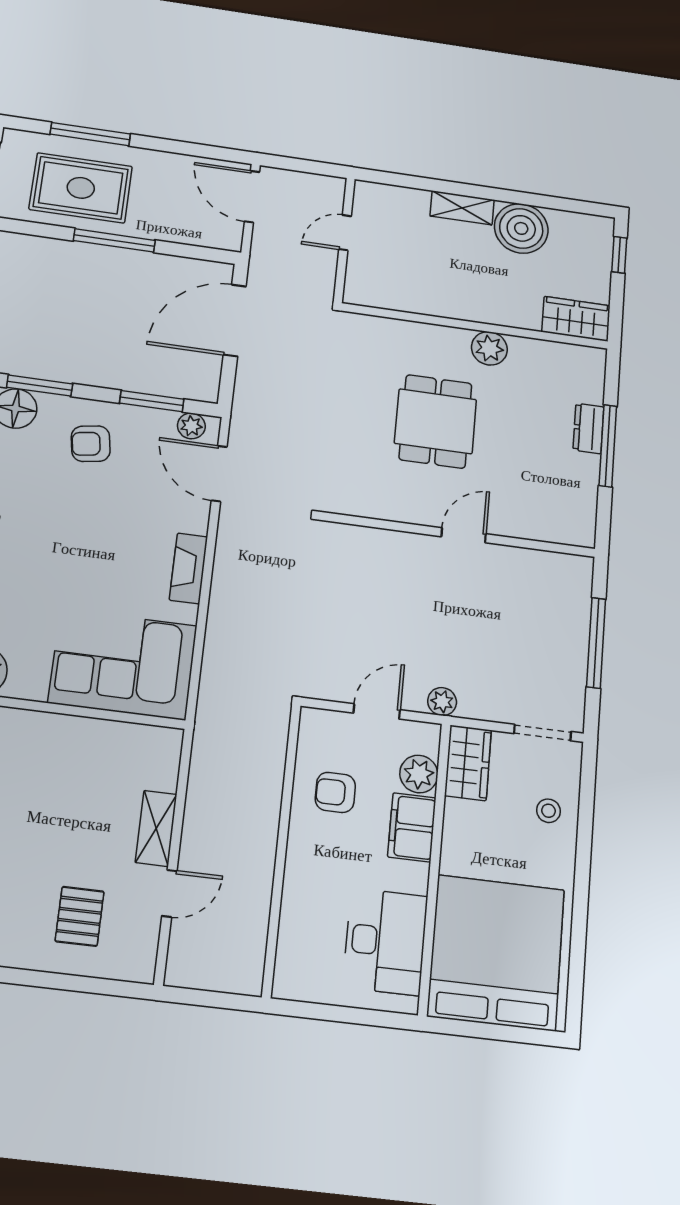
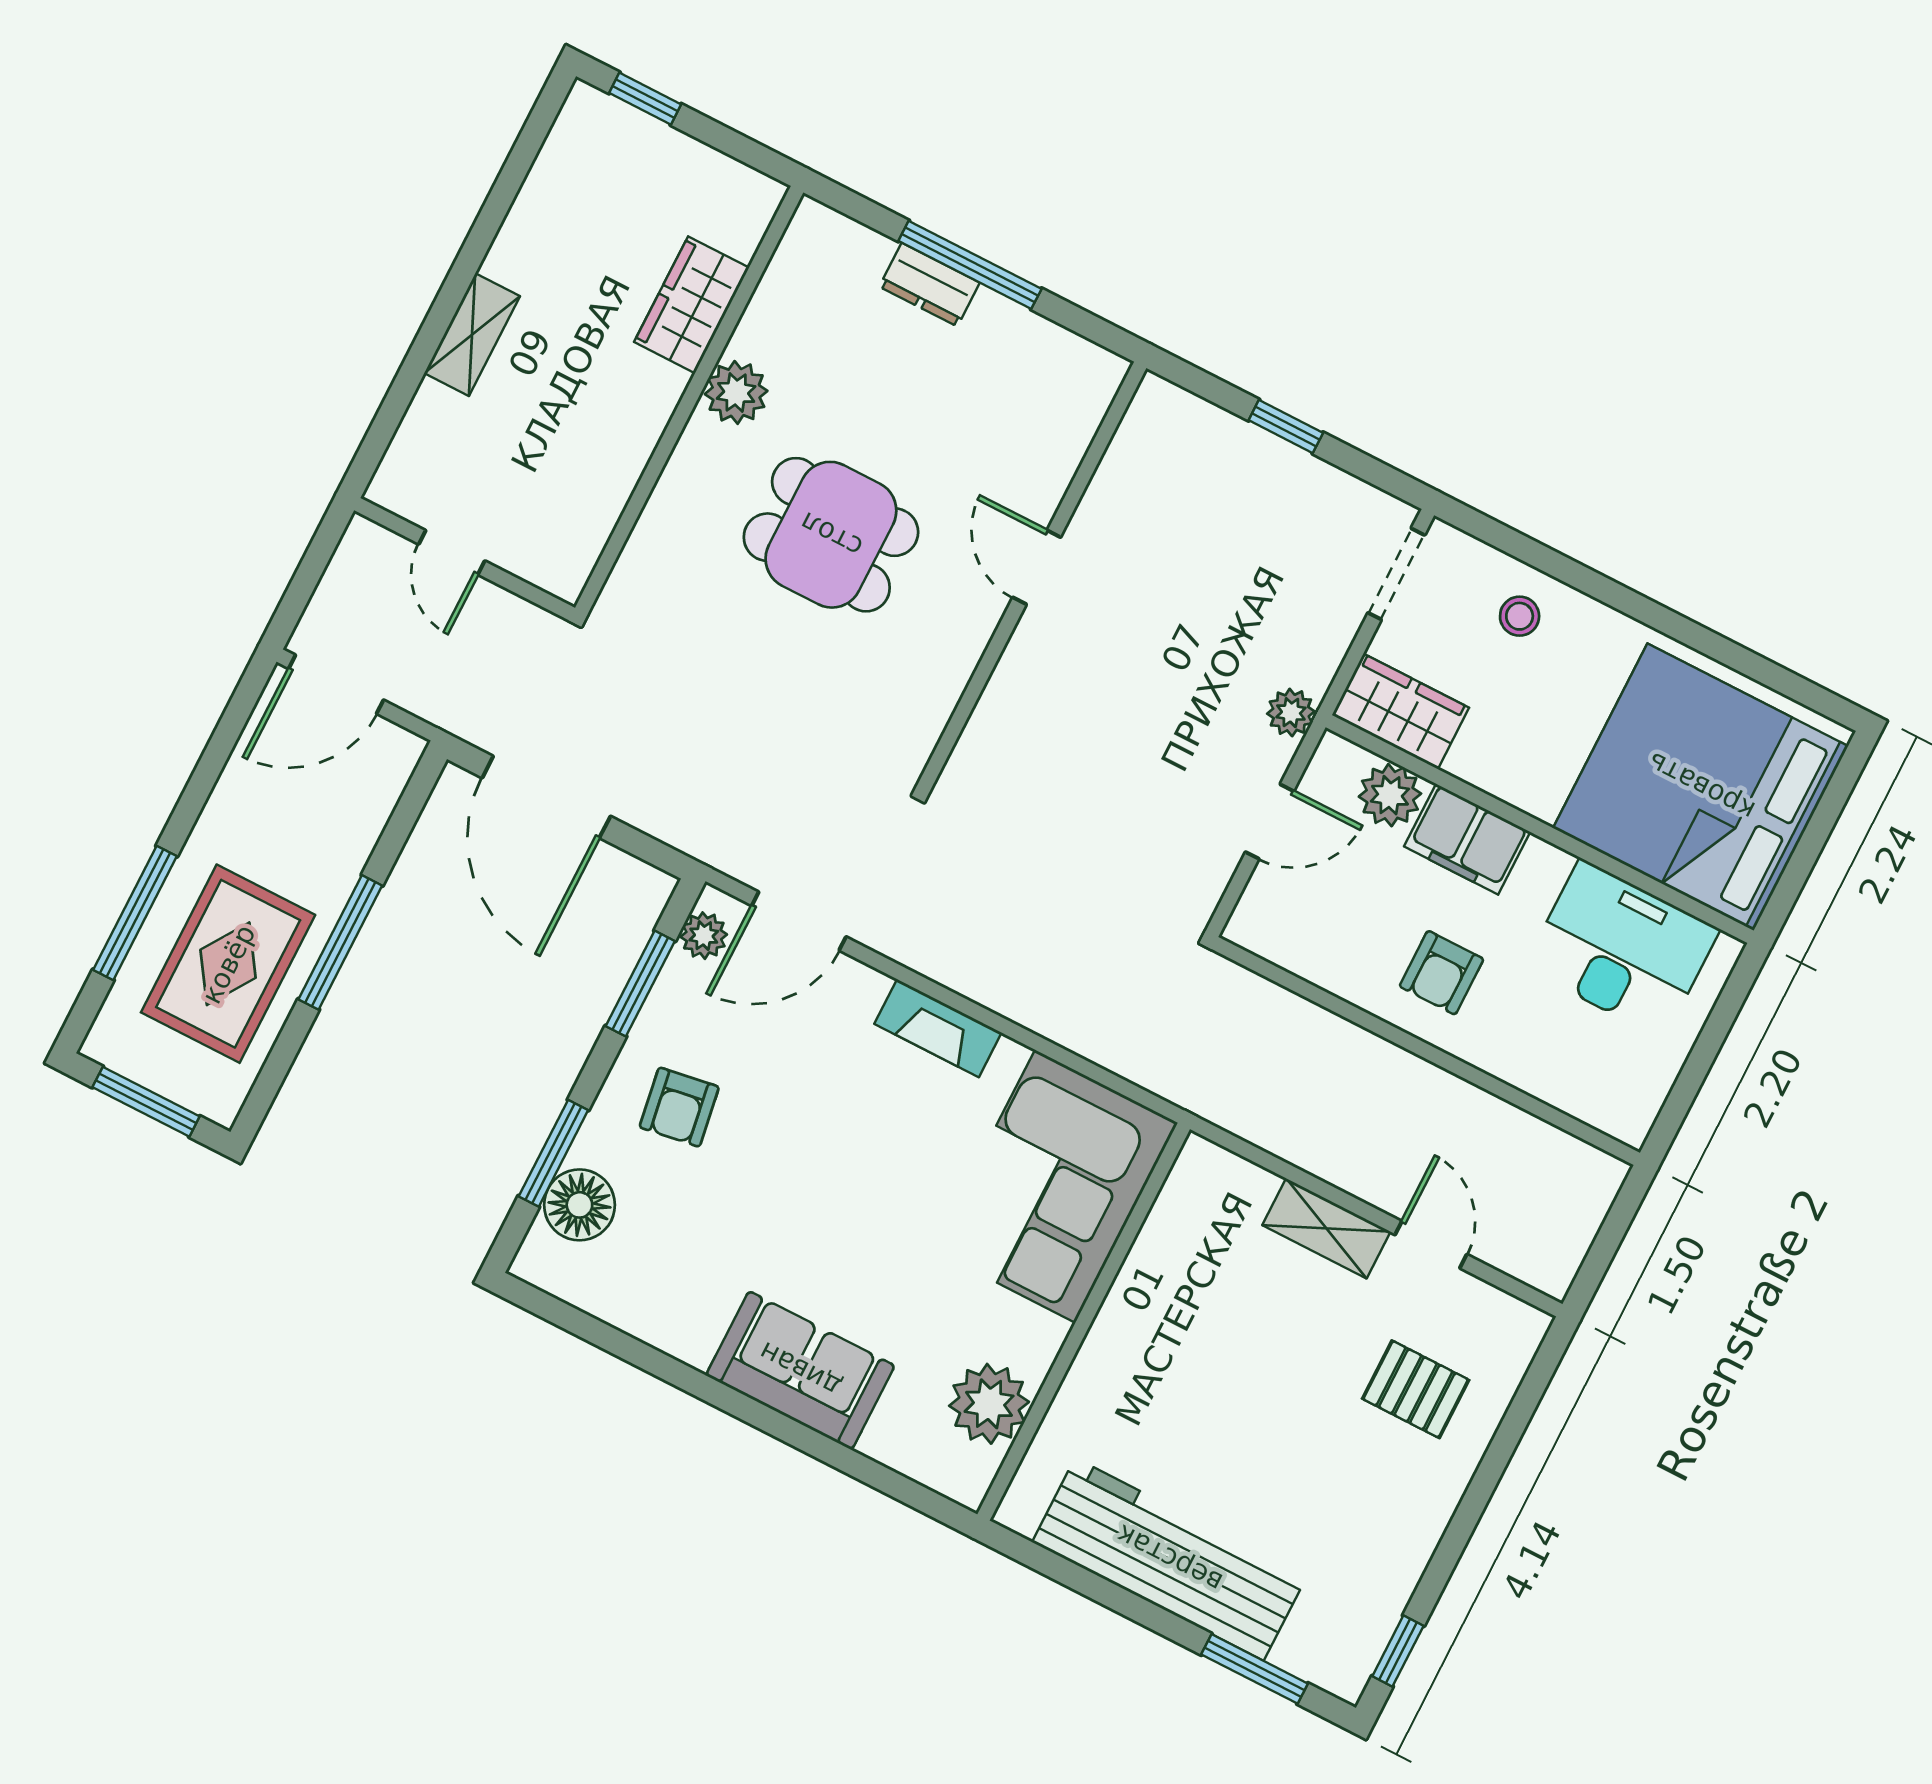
boiler: (521, 228) -> (542, 248), removed
wardrobe: (576, 319) -> (692, 305), moved
window: (596, 643) -> (1286, 427), width x0.46
door: (377, 711) -> (1270, 822), swing flipped
armchair: (335, 792) -> (1442, 973), moved

